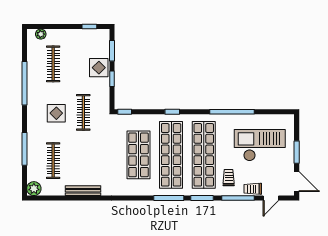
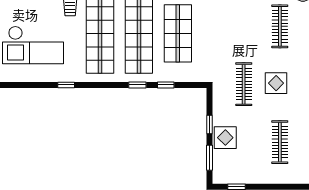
plant: (41, 34) -> (295, 178), removed
window: (125, 112) -> (166, 85), moved
window: (232, 112) -> (66, 85), width x0.32

